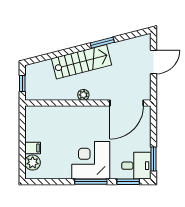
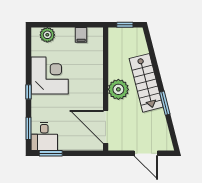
plant: (83, 95) -> (118, 89), width x1.88, depth x1.88
filing cabinet: (33, 148) -> (81, 35), moved
corner desk: (91, 160) -> (50, 76), moved
window: (91, 182) -> (28, 92), width x0.46

